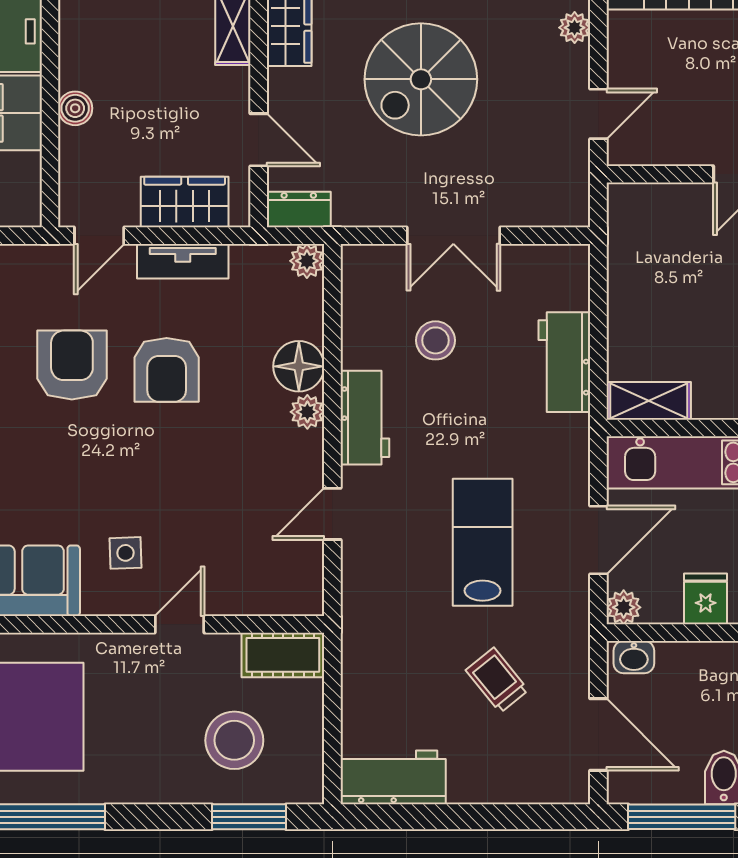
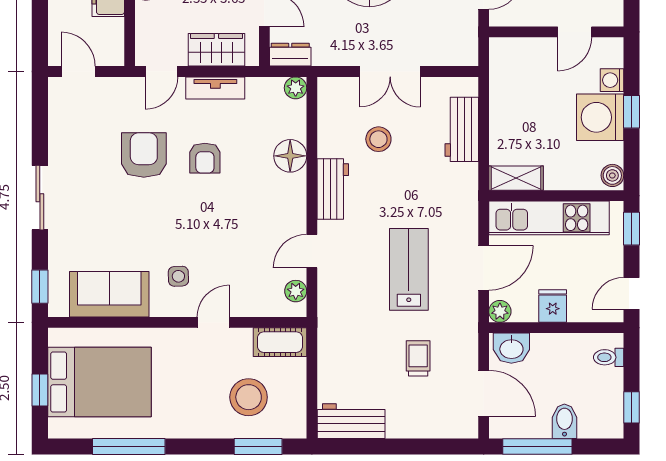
workbench: (564, 362) -> (462, 129), moved
armchair: (167, 370) -> (205, 158), width x0.72, depth x0.72
plant: (307, 412) -> (296, 291), moved
washbasin: (634, 657) -> (511, 348), width x1.38, depth x1.45
trolley: (497, 680) -> (418, 358), turned 39

